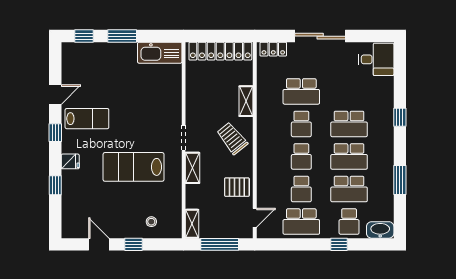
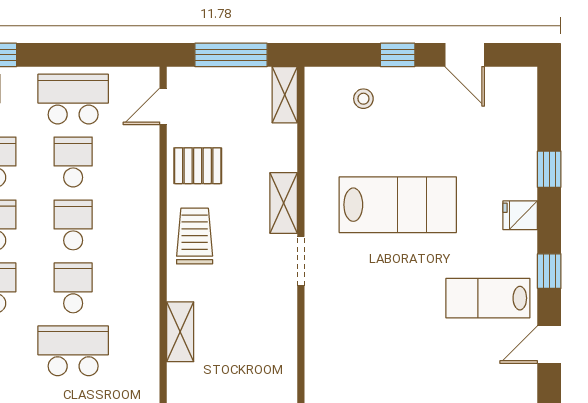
trolley: (232, 138) -> (195, 236), moved, turned -141

